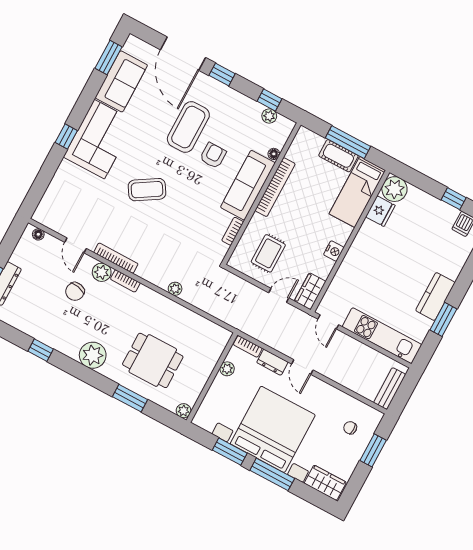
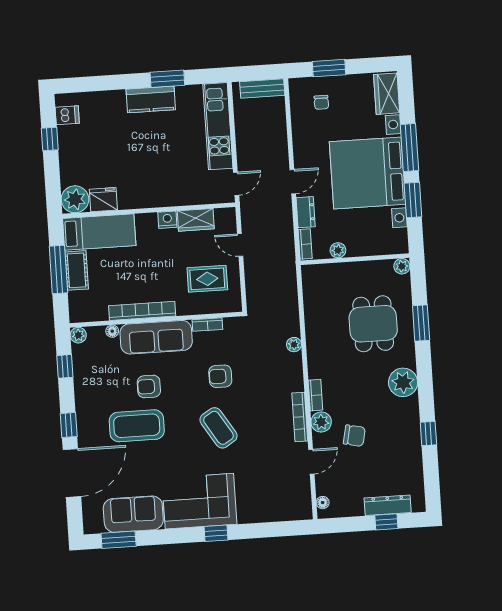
plant: (269, 116) -> (78, 335), moved
armchair: (186, 216) -> (220, 376), added
wardrobe: (310, 291) -> (196, 220), moved

